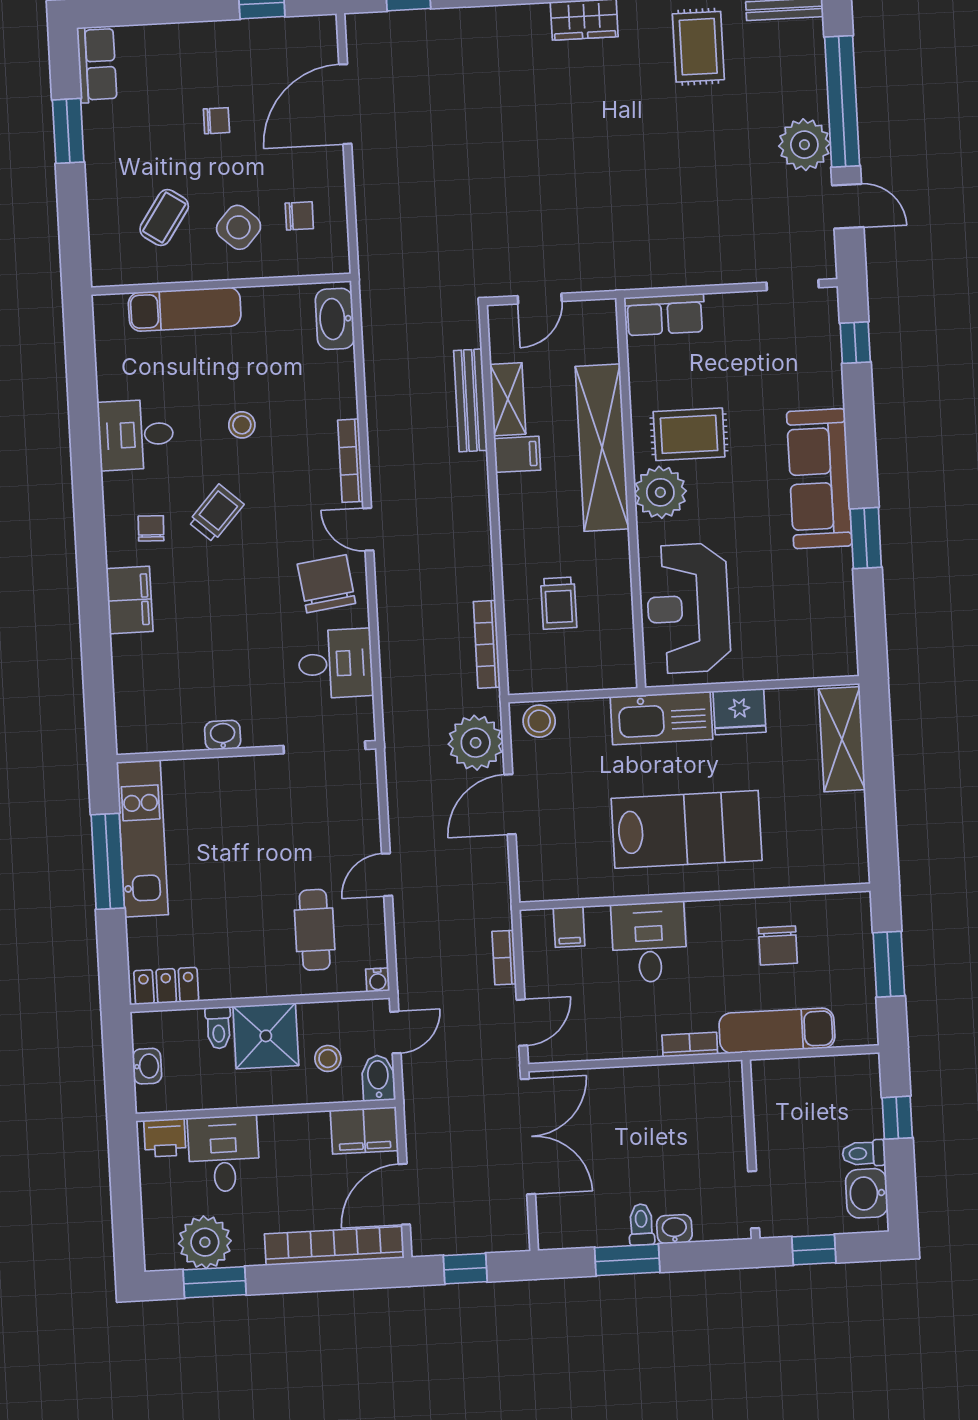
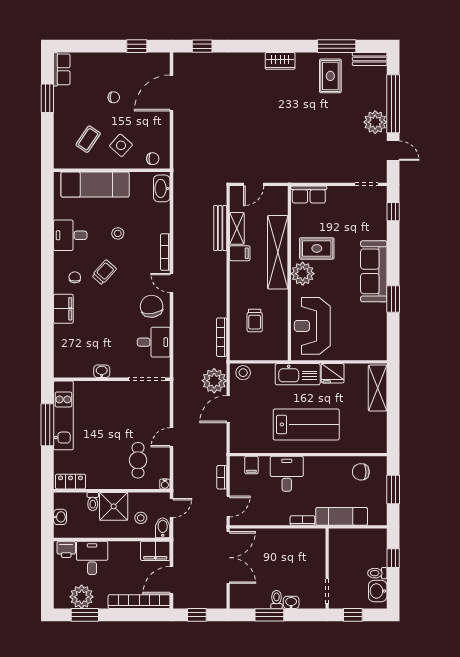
chair: (299, 216) -> (153, 159), moved
exam couch: (185, 309) -> (95, 185), width x1.36, depth x1.45
chair: (778, 945) -> (361, 472), moved, turned 90

